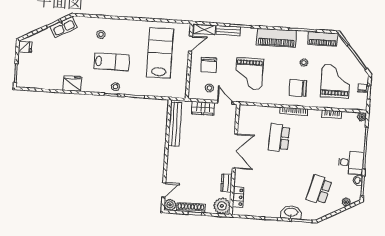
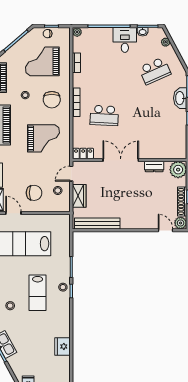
lab bench: (112, 62) -> (38, 293), turned 180
grand piano: (249, 74) -> (43, 138), moved
fridge: (72, 84) -> (63, 346), moved
school desk: (319, 190) -> (155, 71), turned -39
locker: (238, 197) -> (83, 153), moved

